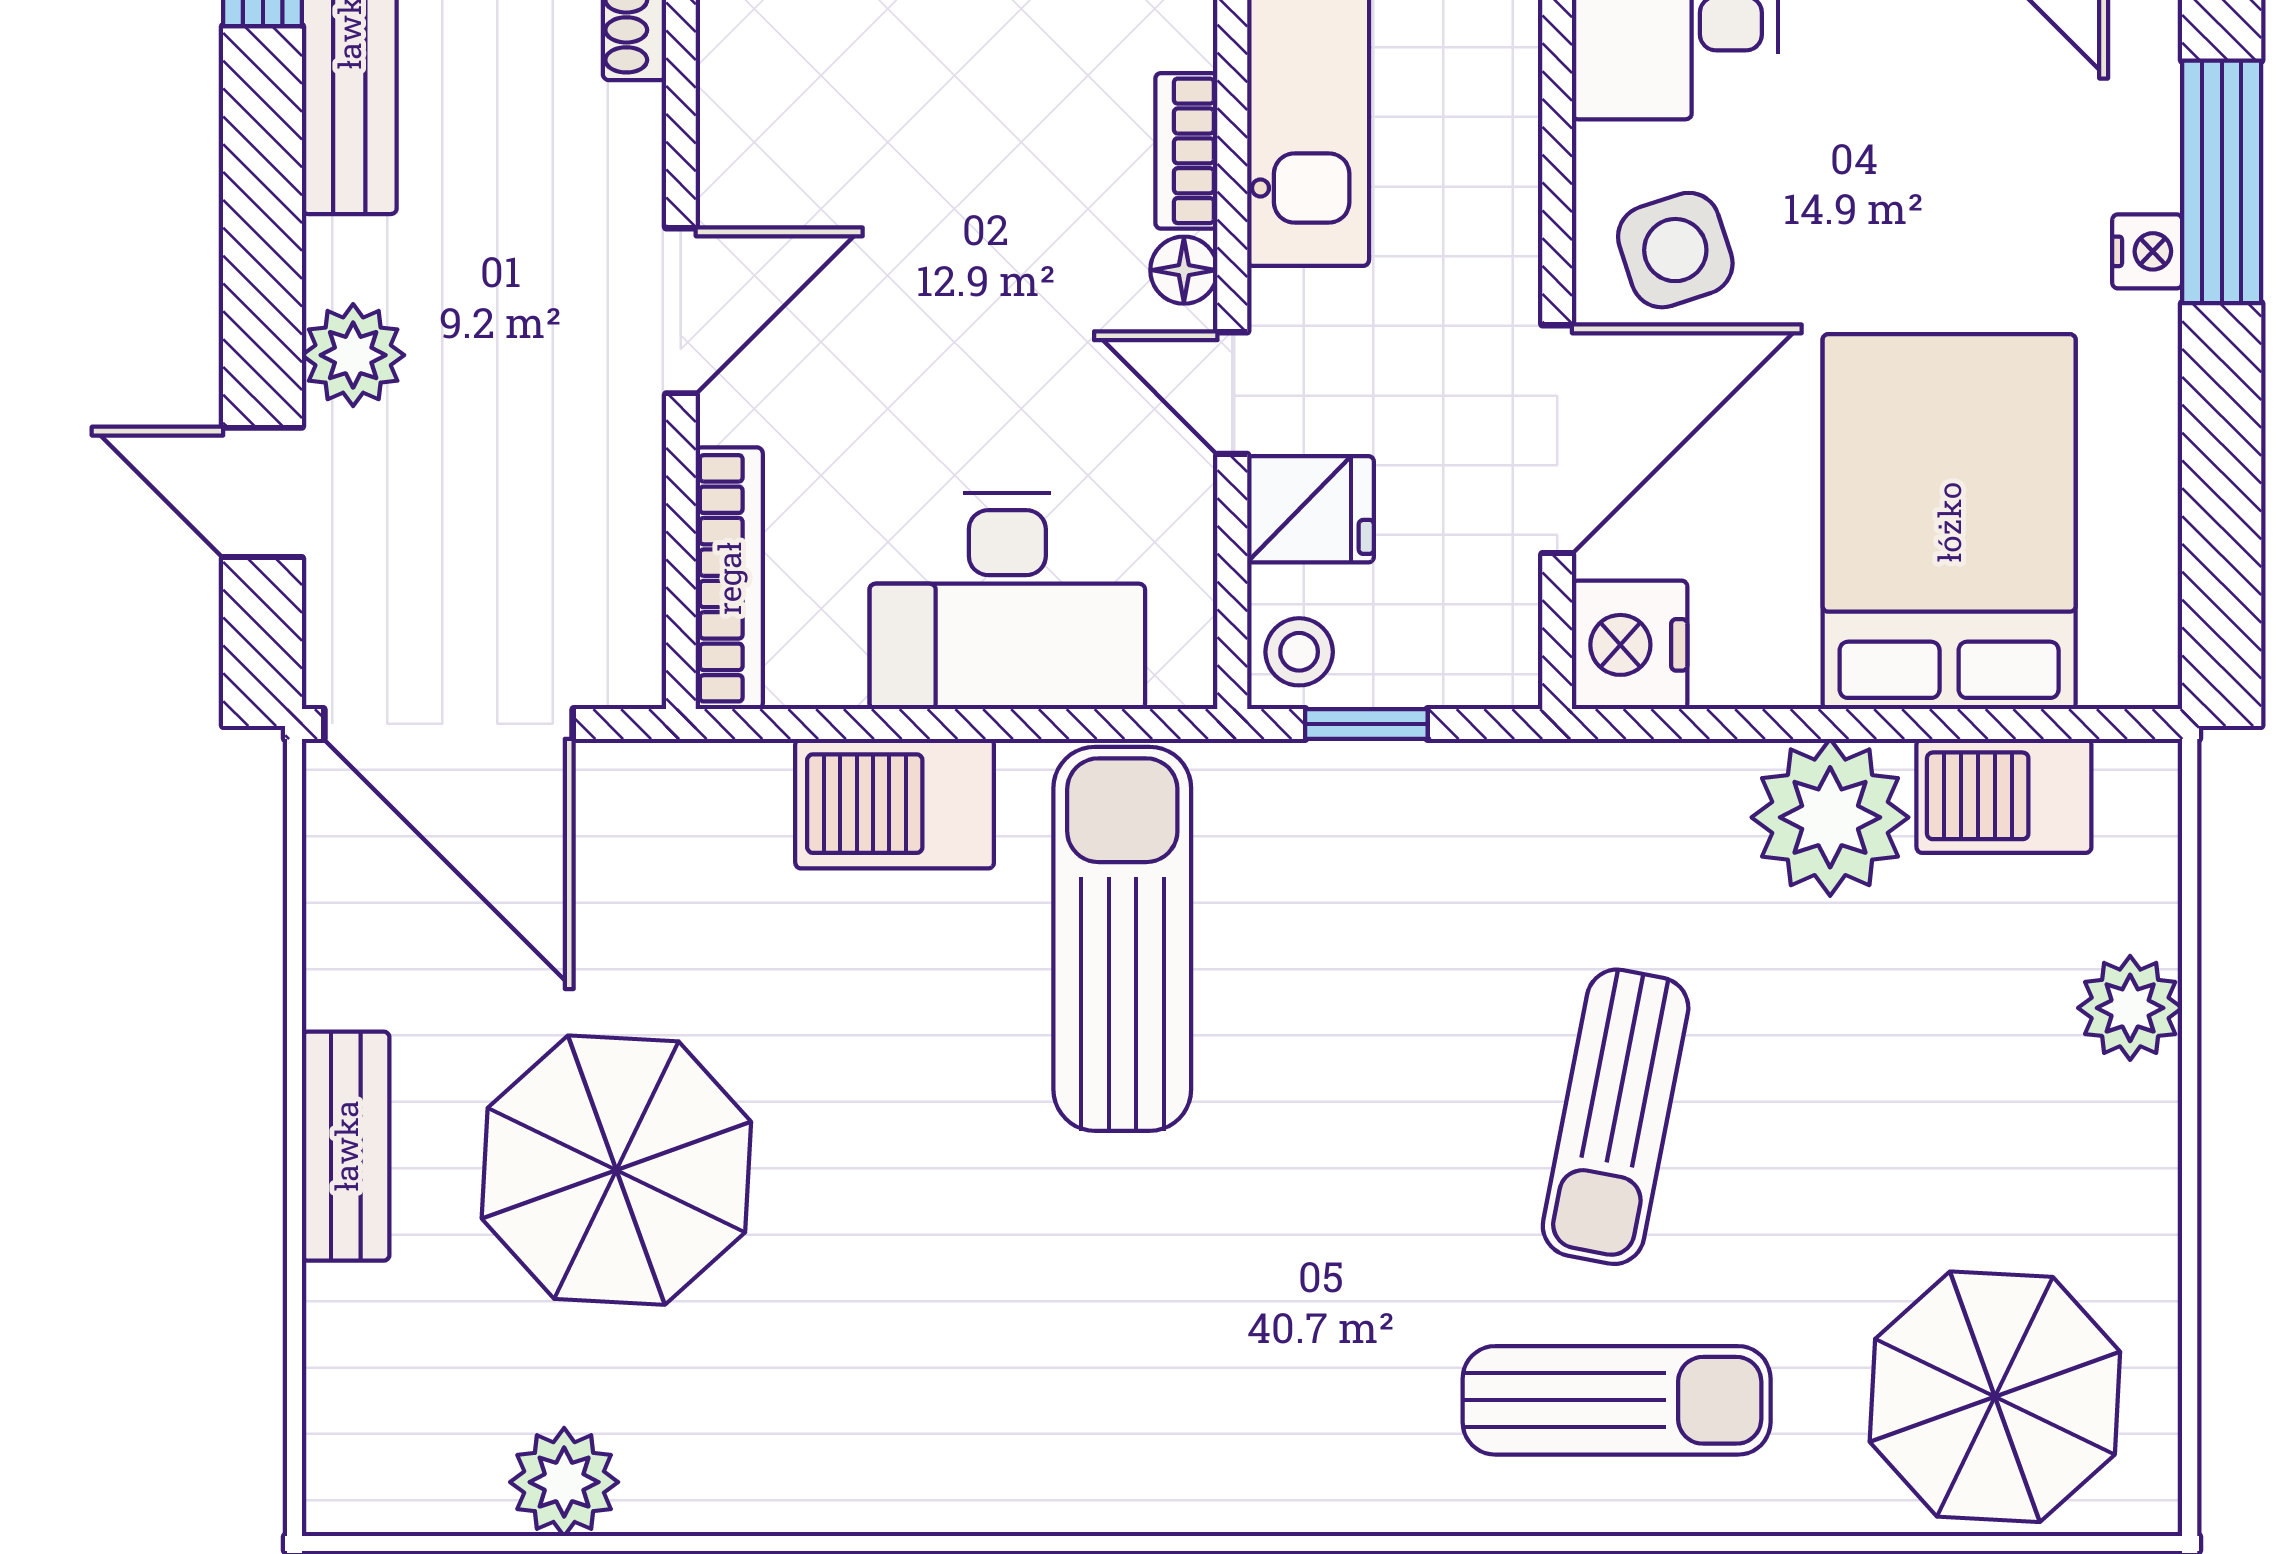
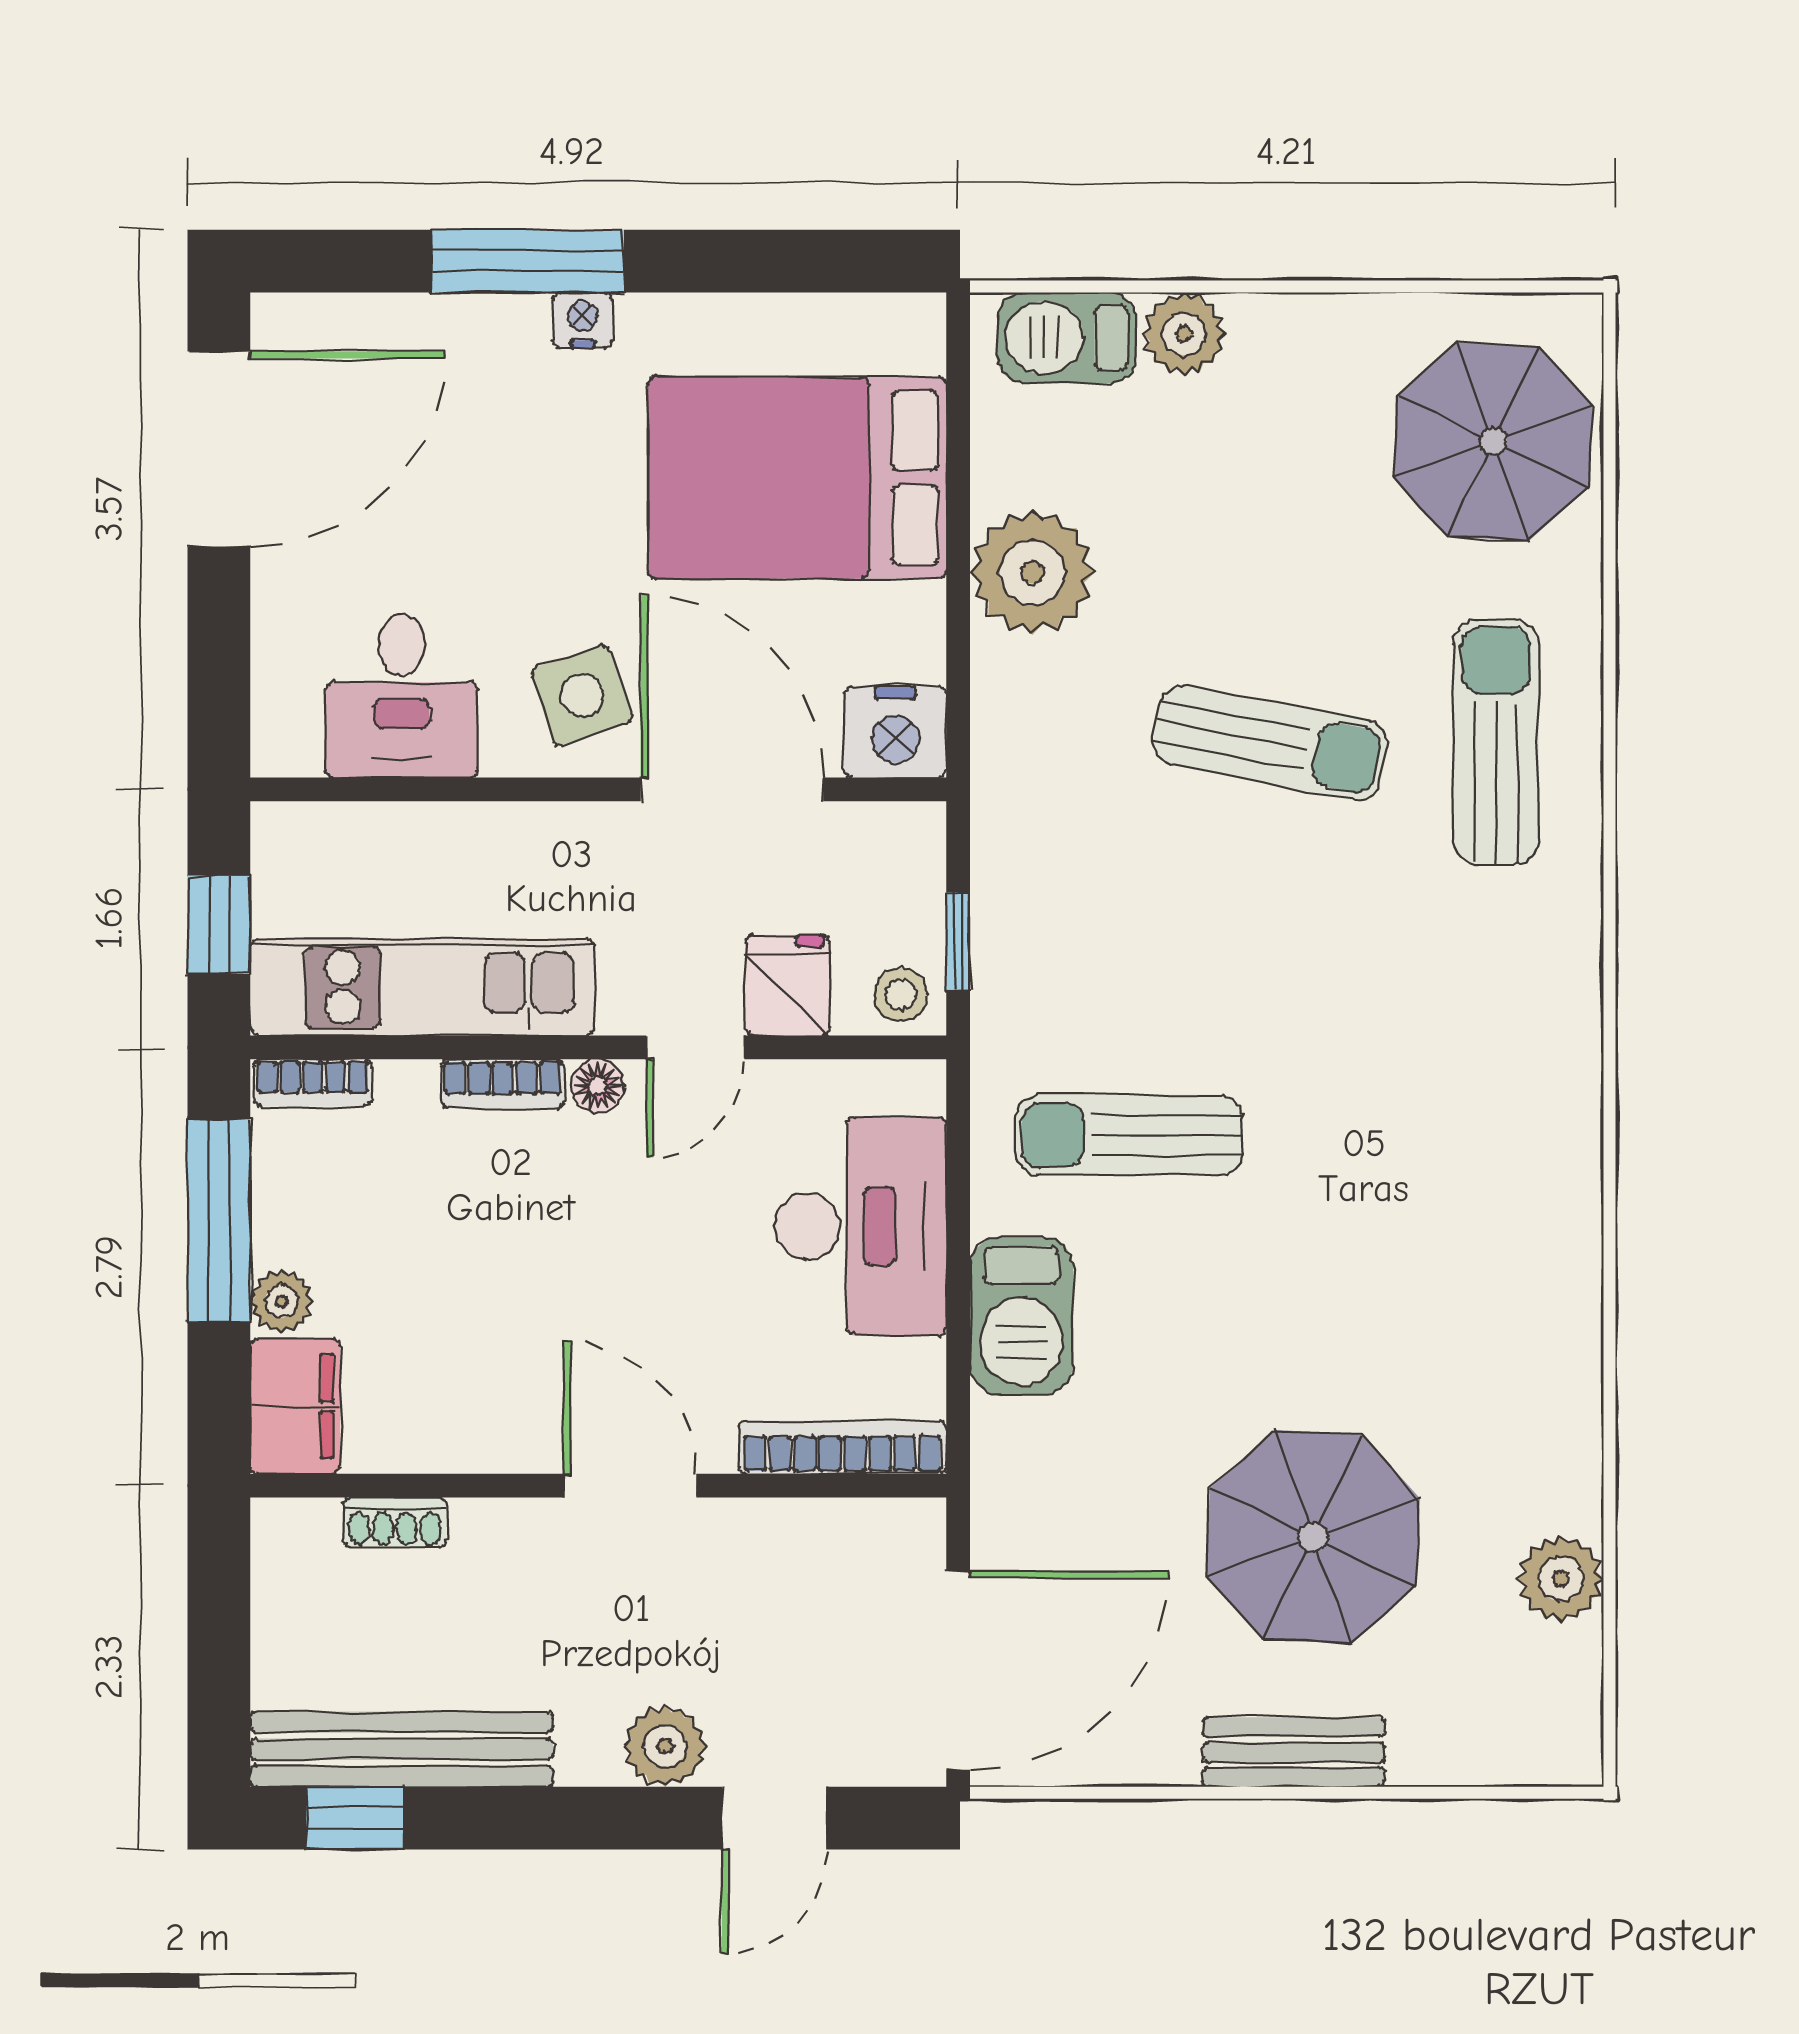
barbecue: (2004, 796) -> (1067, 338), moved, turned 90
sun lounger: (1122, 939) -> (1129, 1135), width x0.73, depth x0.75

